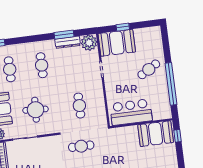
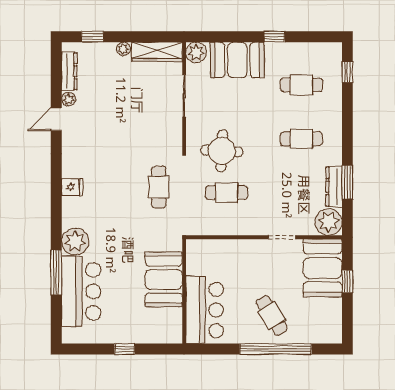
window: (171, 84) -> (276, 349), moved
round table: (36, 110) -> (222, 151), moved
bar counter: (131, 112) -> (205, 310), moved
booth: (156, 134) -> (164, 280), moved
window: (178, 136) -> (125, 349), moved

